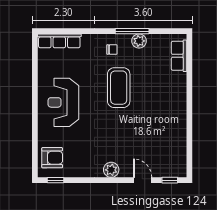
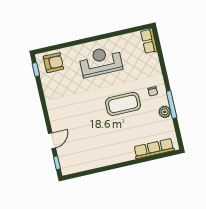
row of seats: (59, 41) -> (149, 41), width x0.68
row of seats: (179, 56) -> (154, 149), width x1.48
armchair: (52, 158) -> (53, 63), turned -90
plant: (111, 170) -> (55, 113), removed

